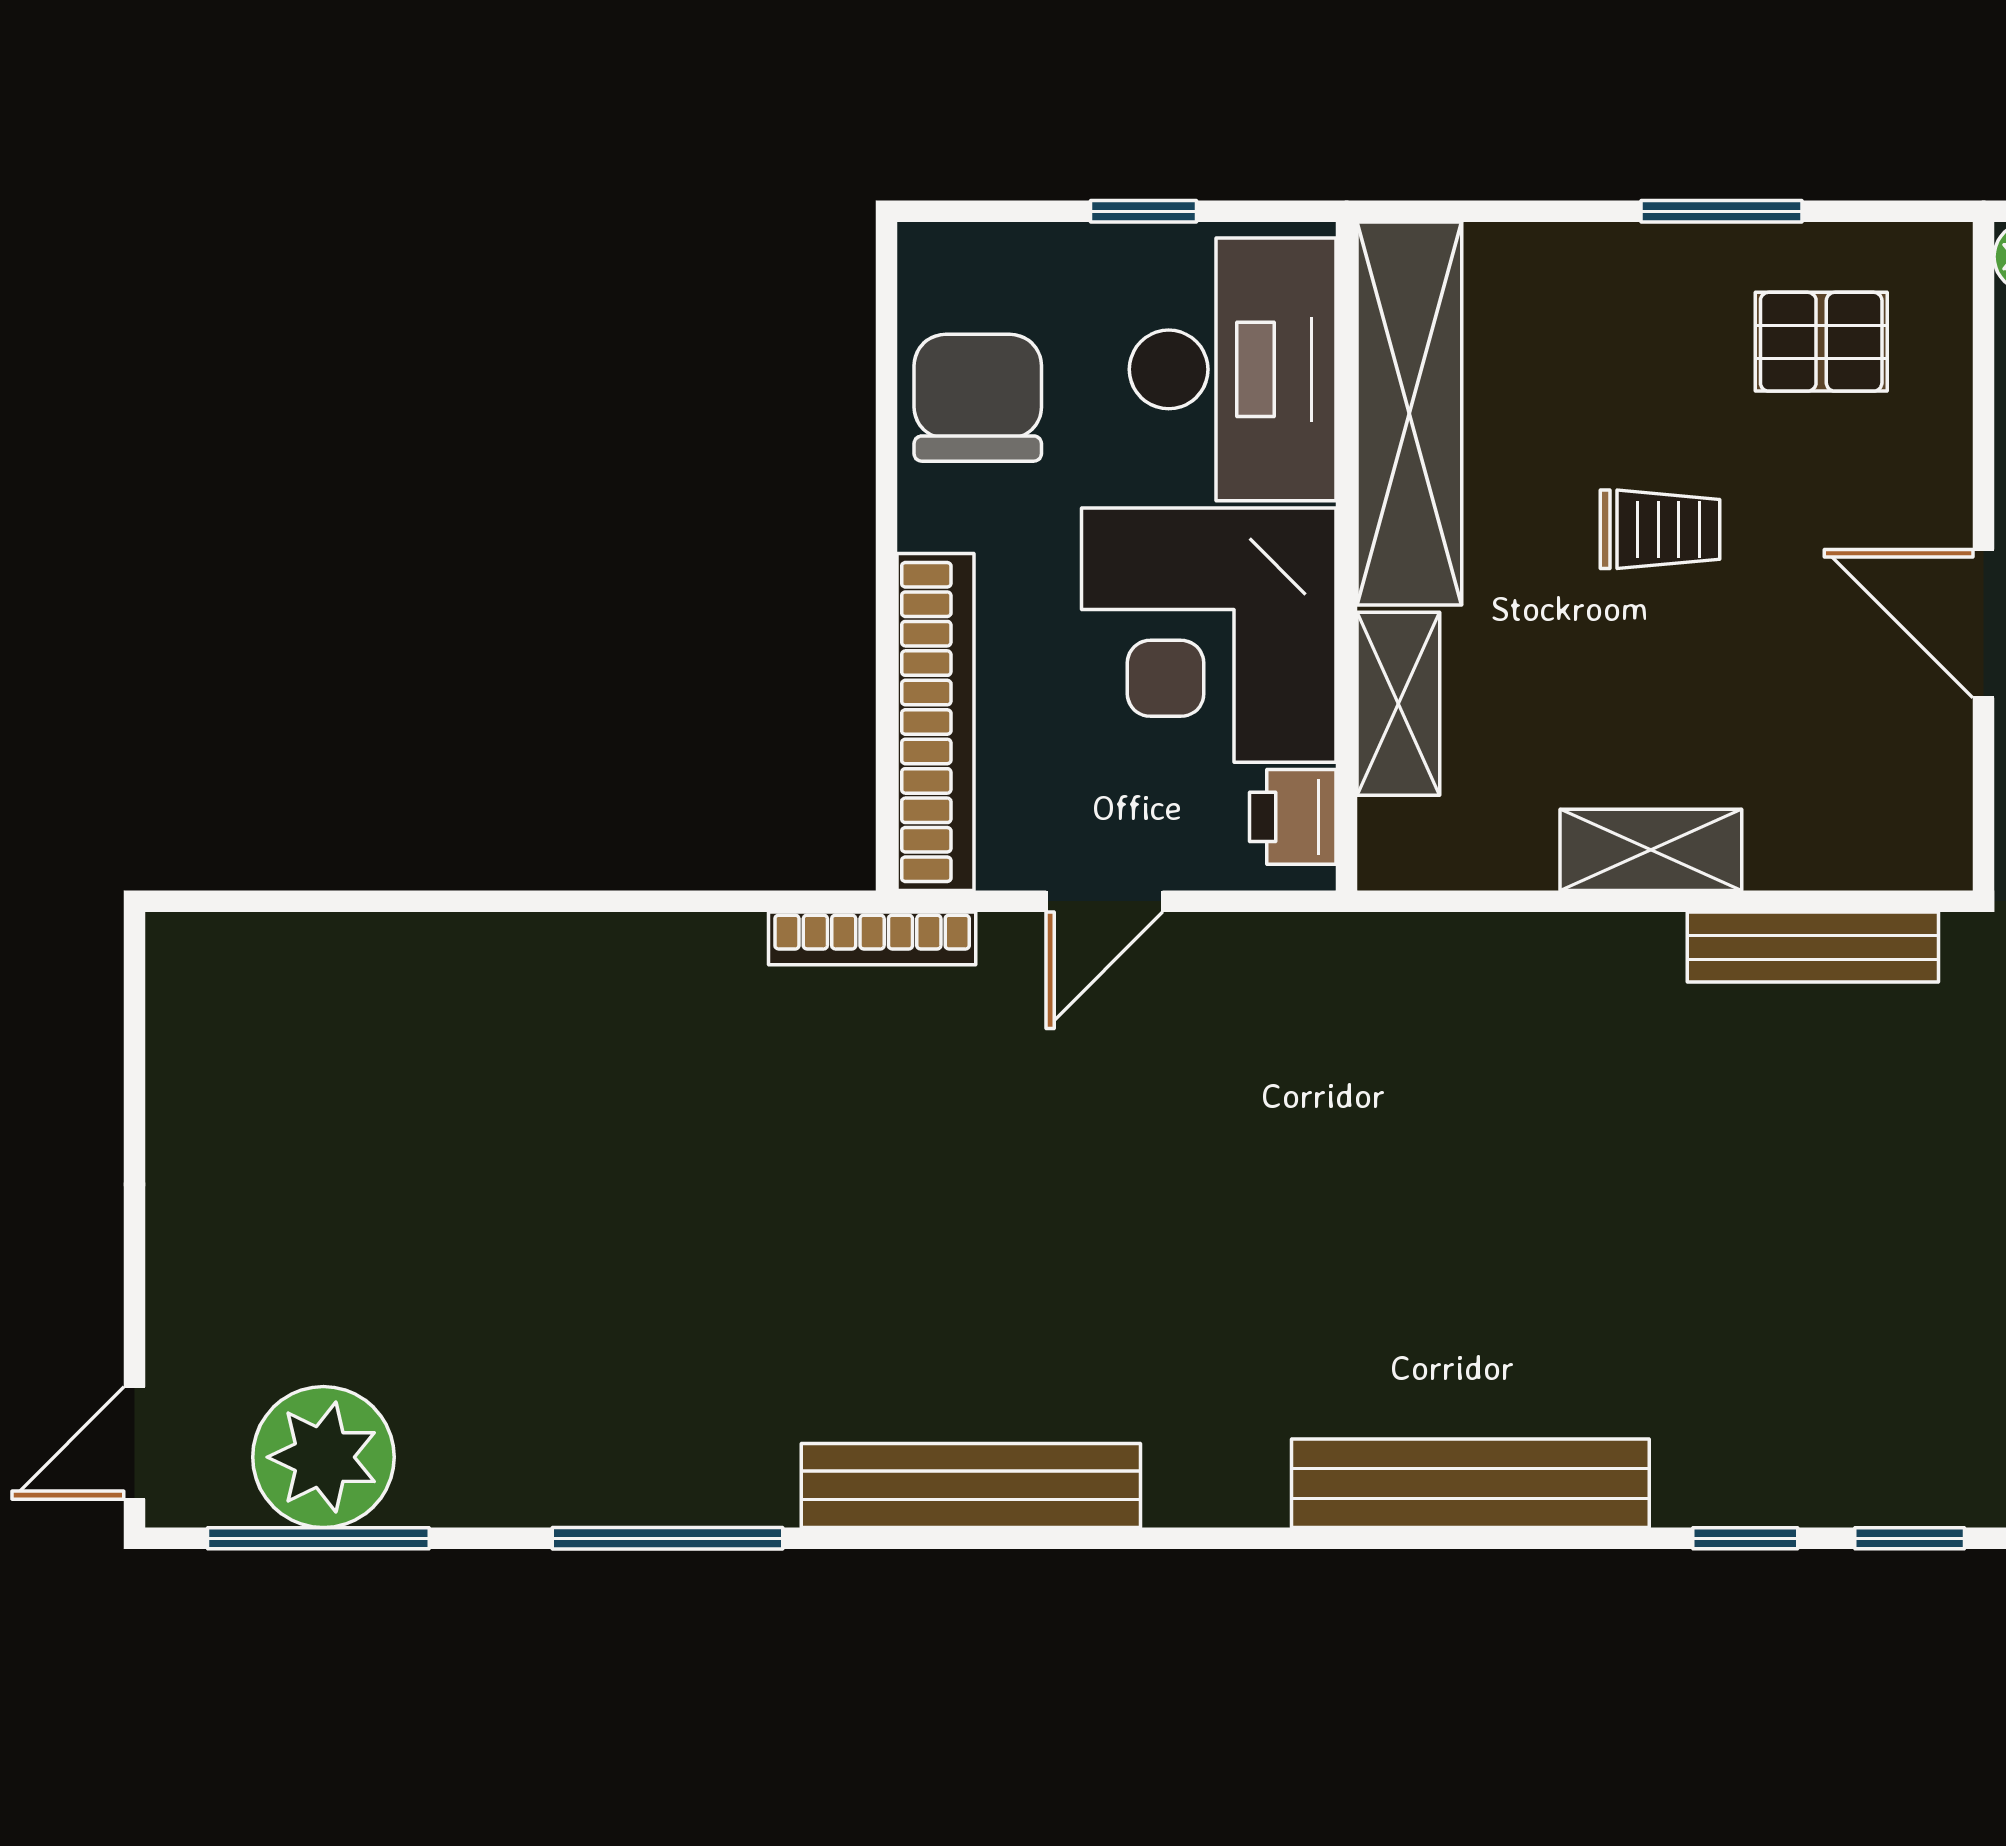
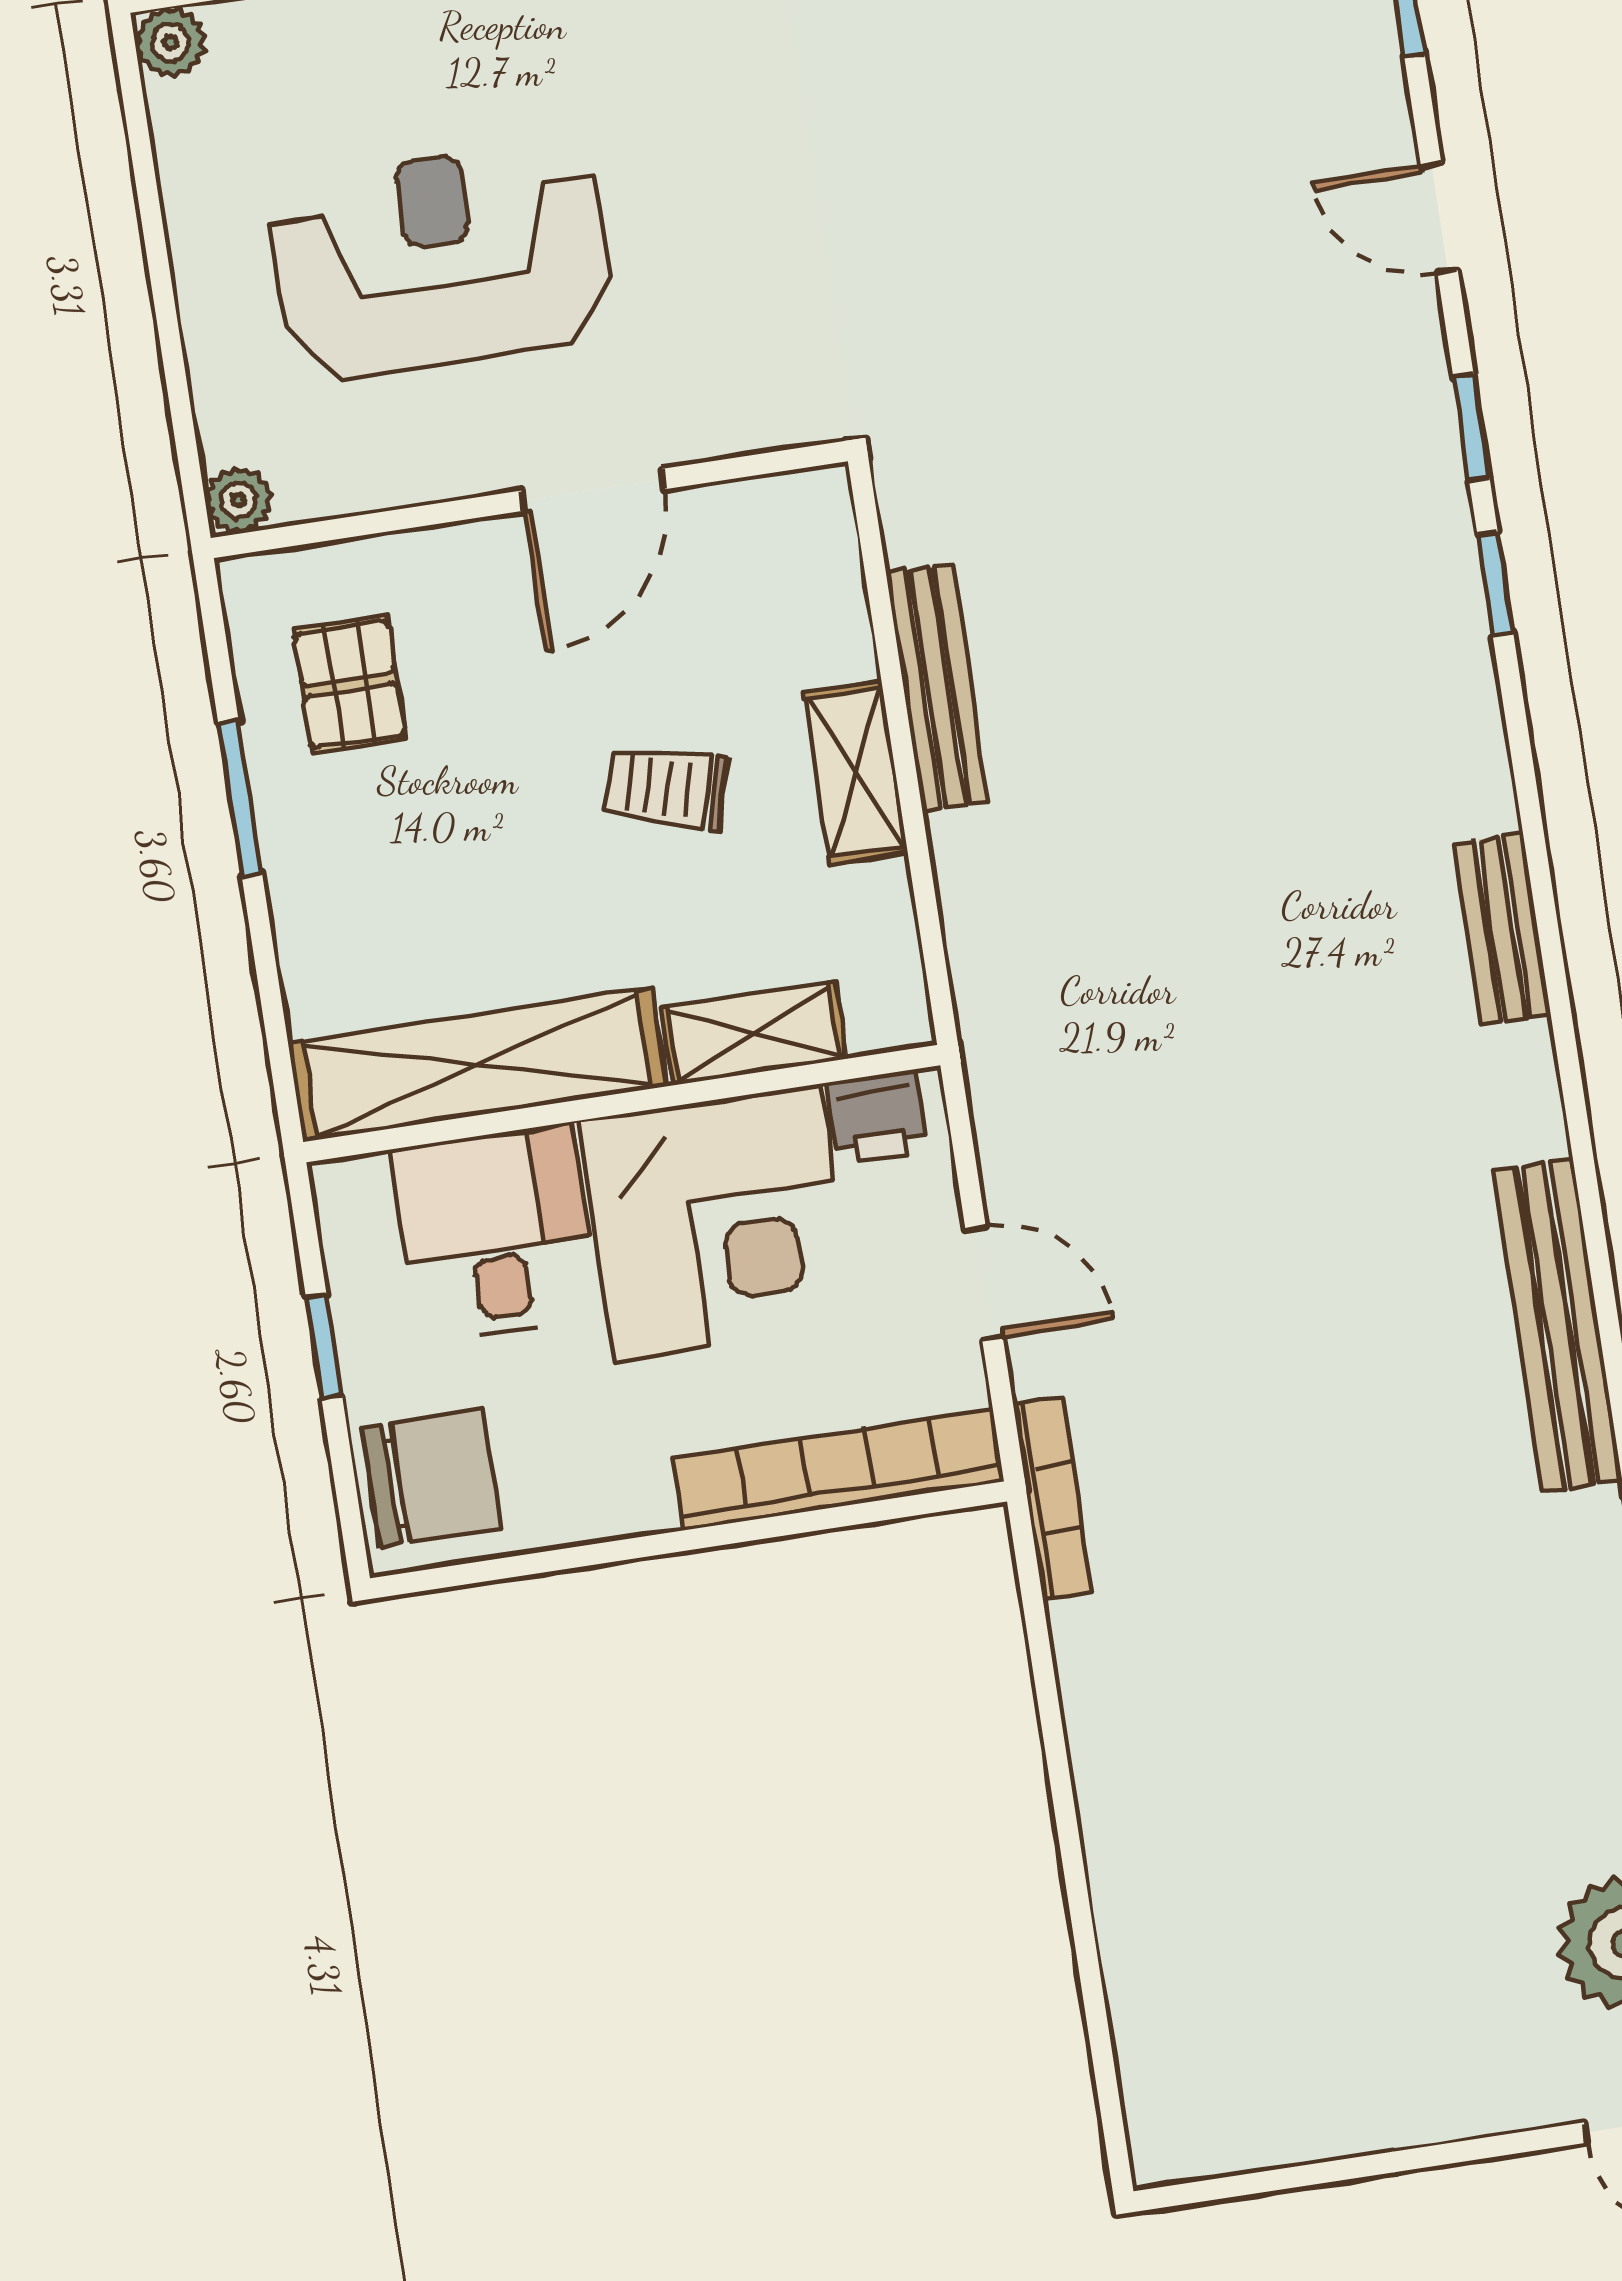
desk: (1233, 369) -> (495, 1234), width x0.73
chair: (978, 398) -> (432, 1478), moved, turned 180
trolley: (1660, 529) -> (666, 788), moved, turned -74
bench: (1813, 947) -> (937, 688), moved
bench: (1470, 1483) -> (1502, 929), width x0.54, depth x0.82

